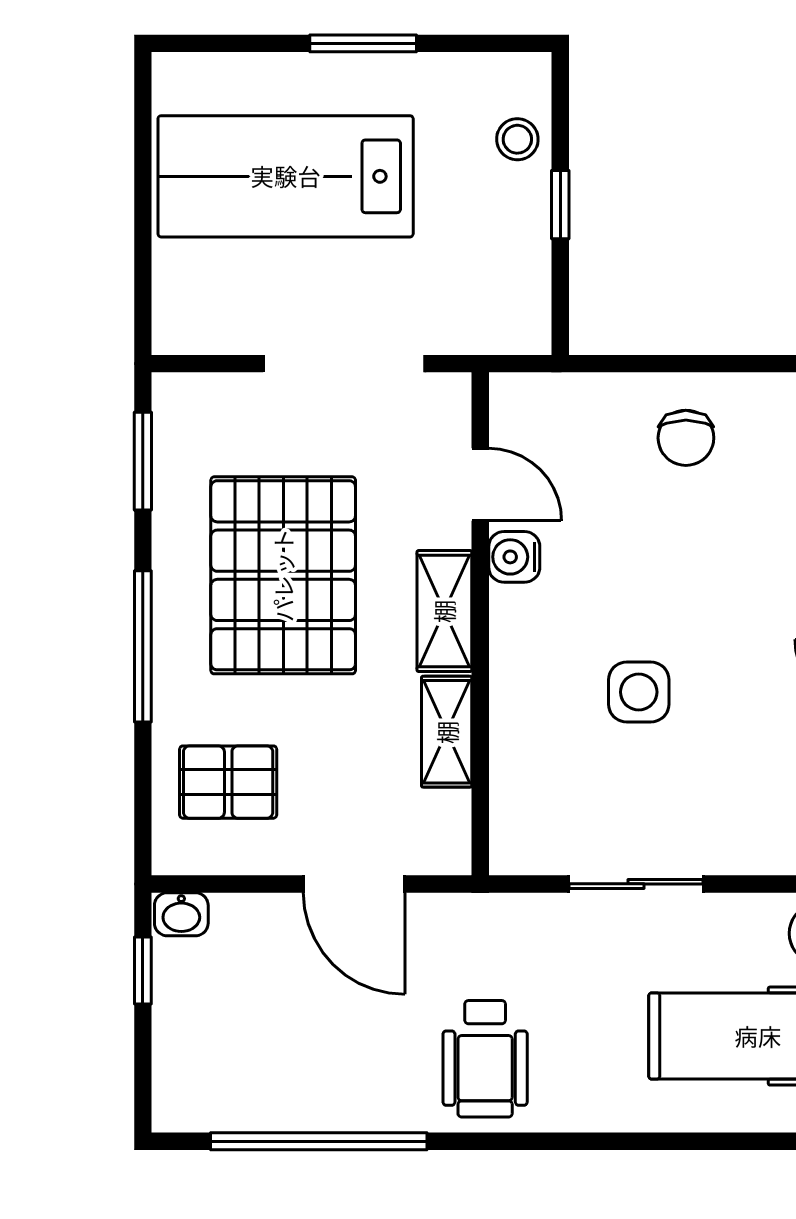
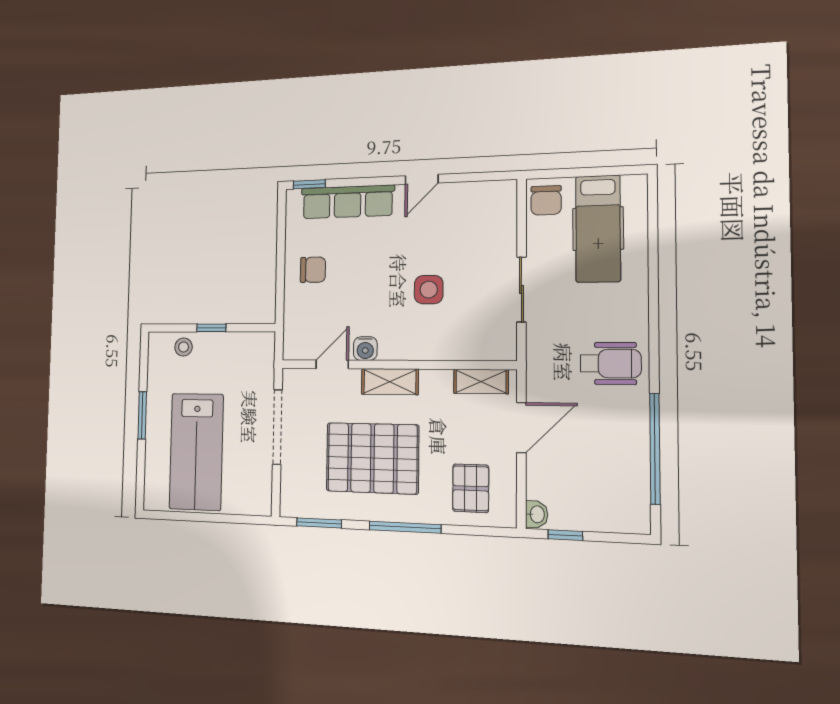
shelving: (447, 732) -> (481, 382), moved

